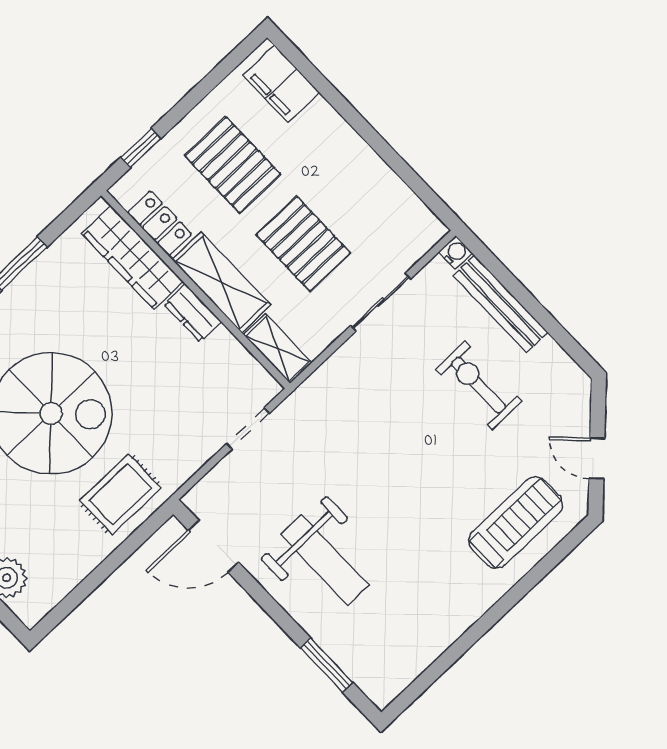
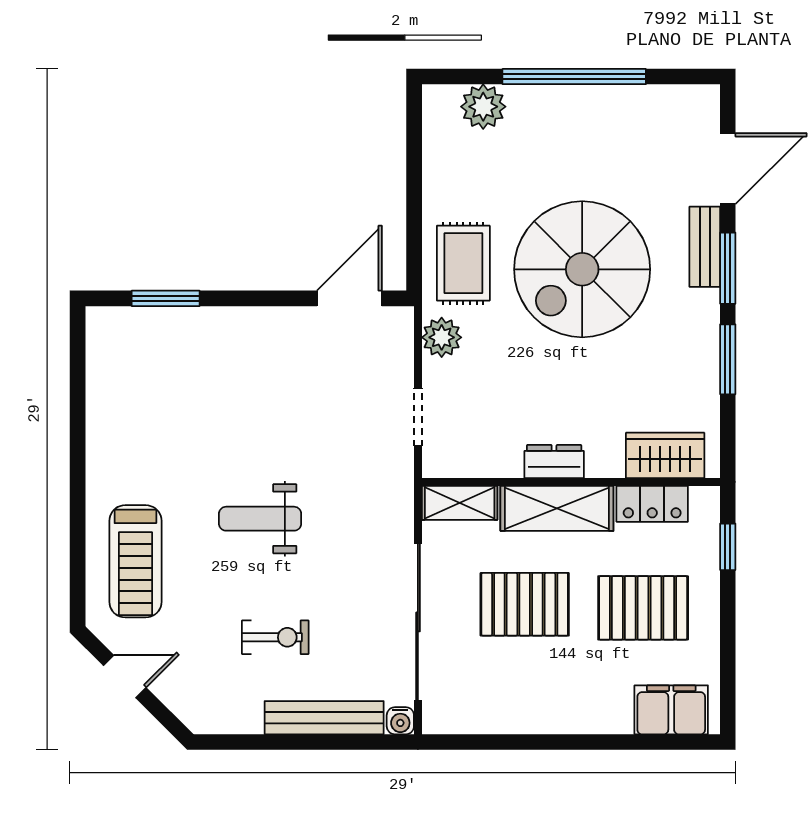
wardrobe: (132, 257) -> (665, 455), width x0.67
sliding door: (381, 302) -> (418, 622), width x1.86
exercise bike: (479, 385) -> (275, 637), width x0.73, depth x0.72
plant: (182, 462) -> (442, 337), added
weight bench: (325, 560) -> (260, 519), moved, width x0.73, depth x0.75

